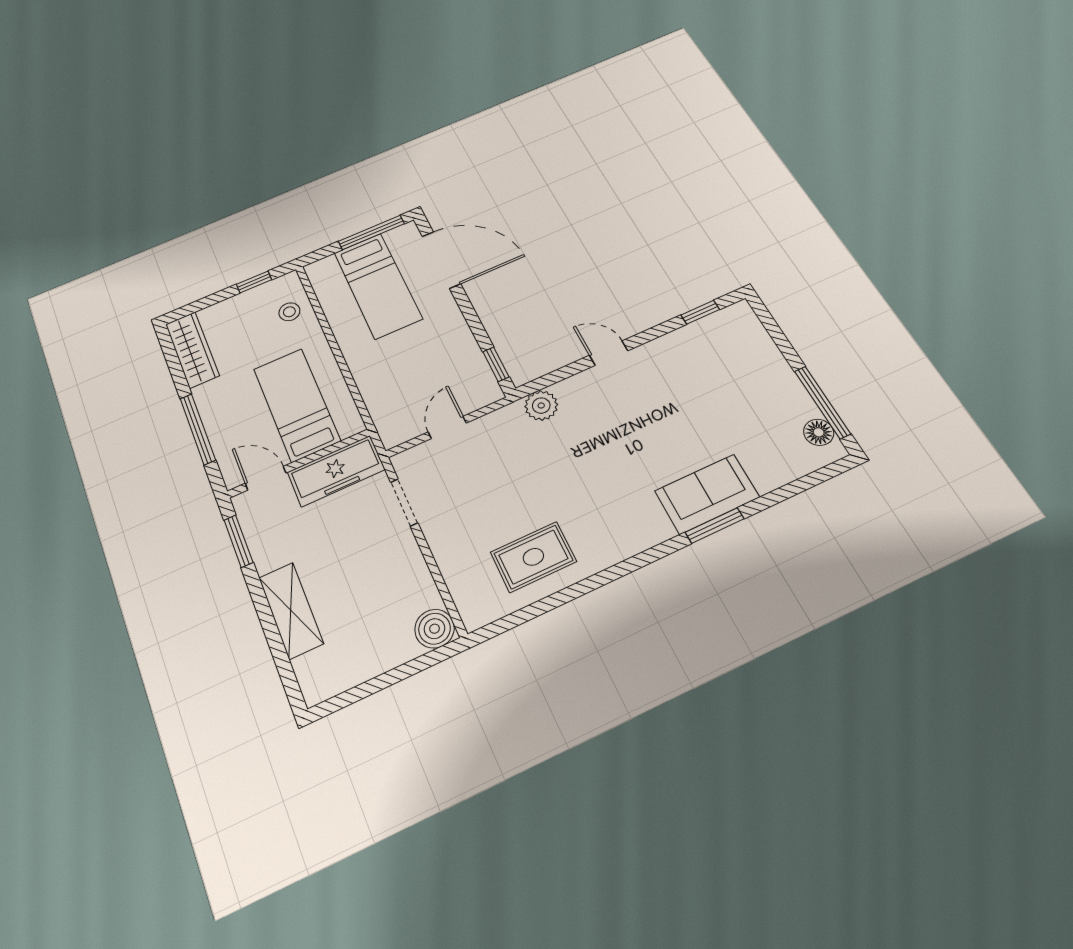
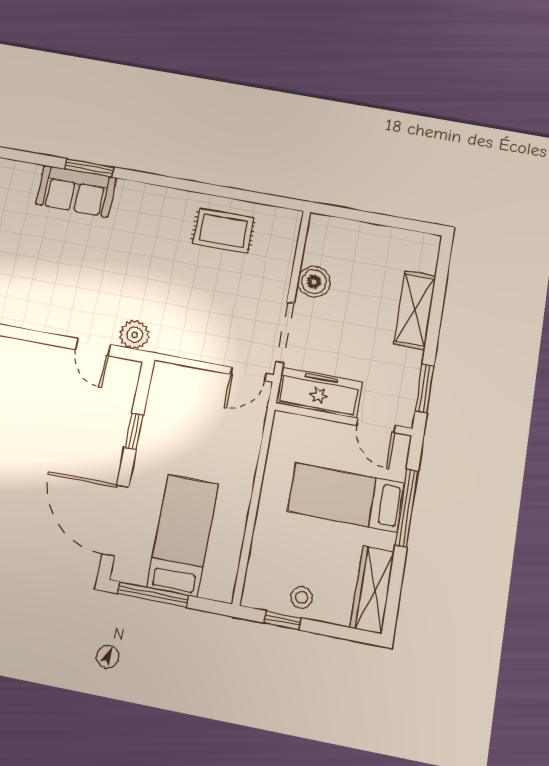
stool: (289, 312) -> (301, 597), moved
door: (609, 353) -> (93, 347), moved
window: (496, 364) -> (134, 431), moved
bed: (297, 405) -> (346, 497), moved, turned 90
door: (447, 427) -> (248, 374), moved
doorway: (404, 502) -> (285, 332), width x1.38
boiler: (434, 629) -> (314, 282), moved

